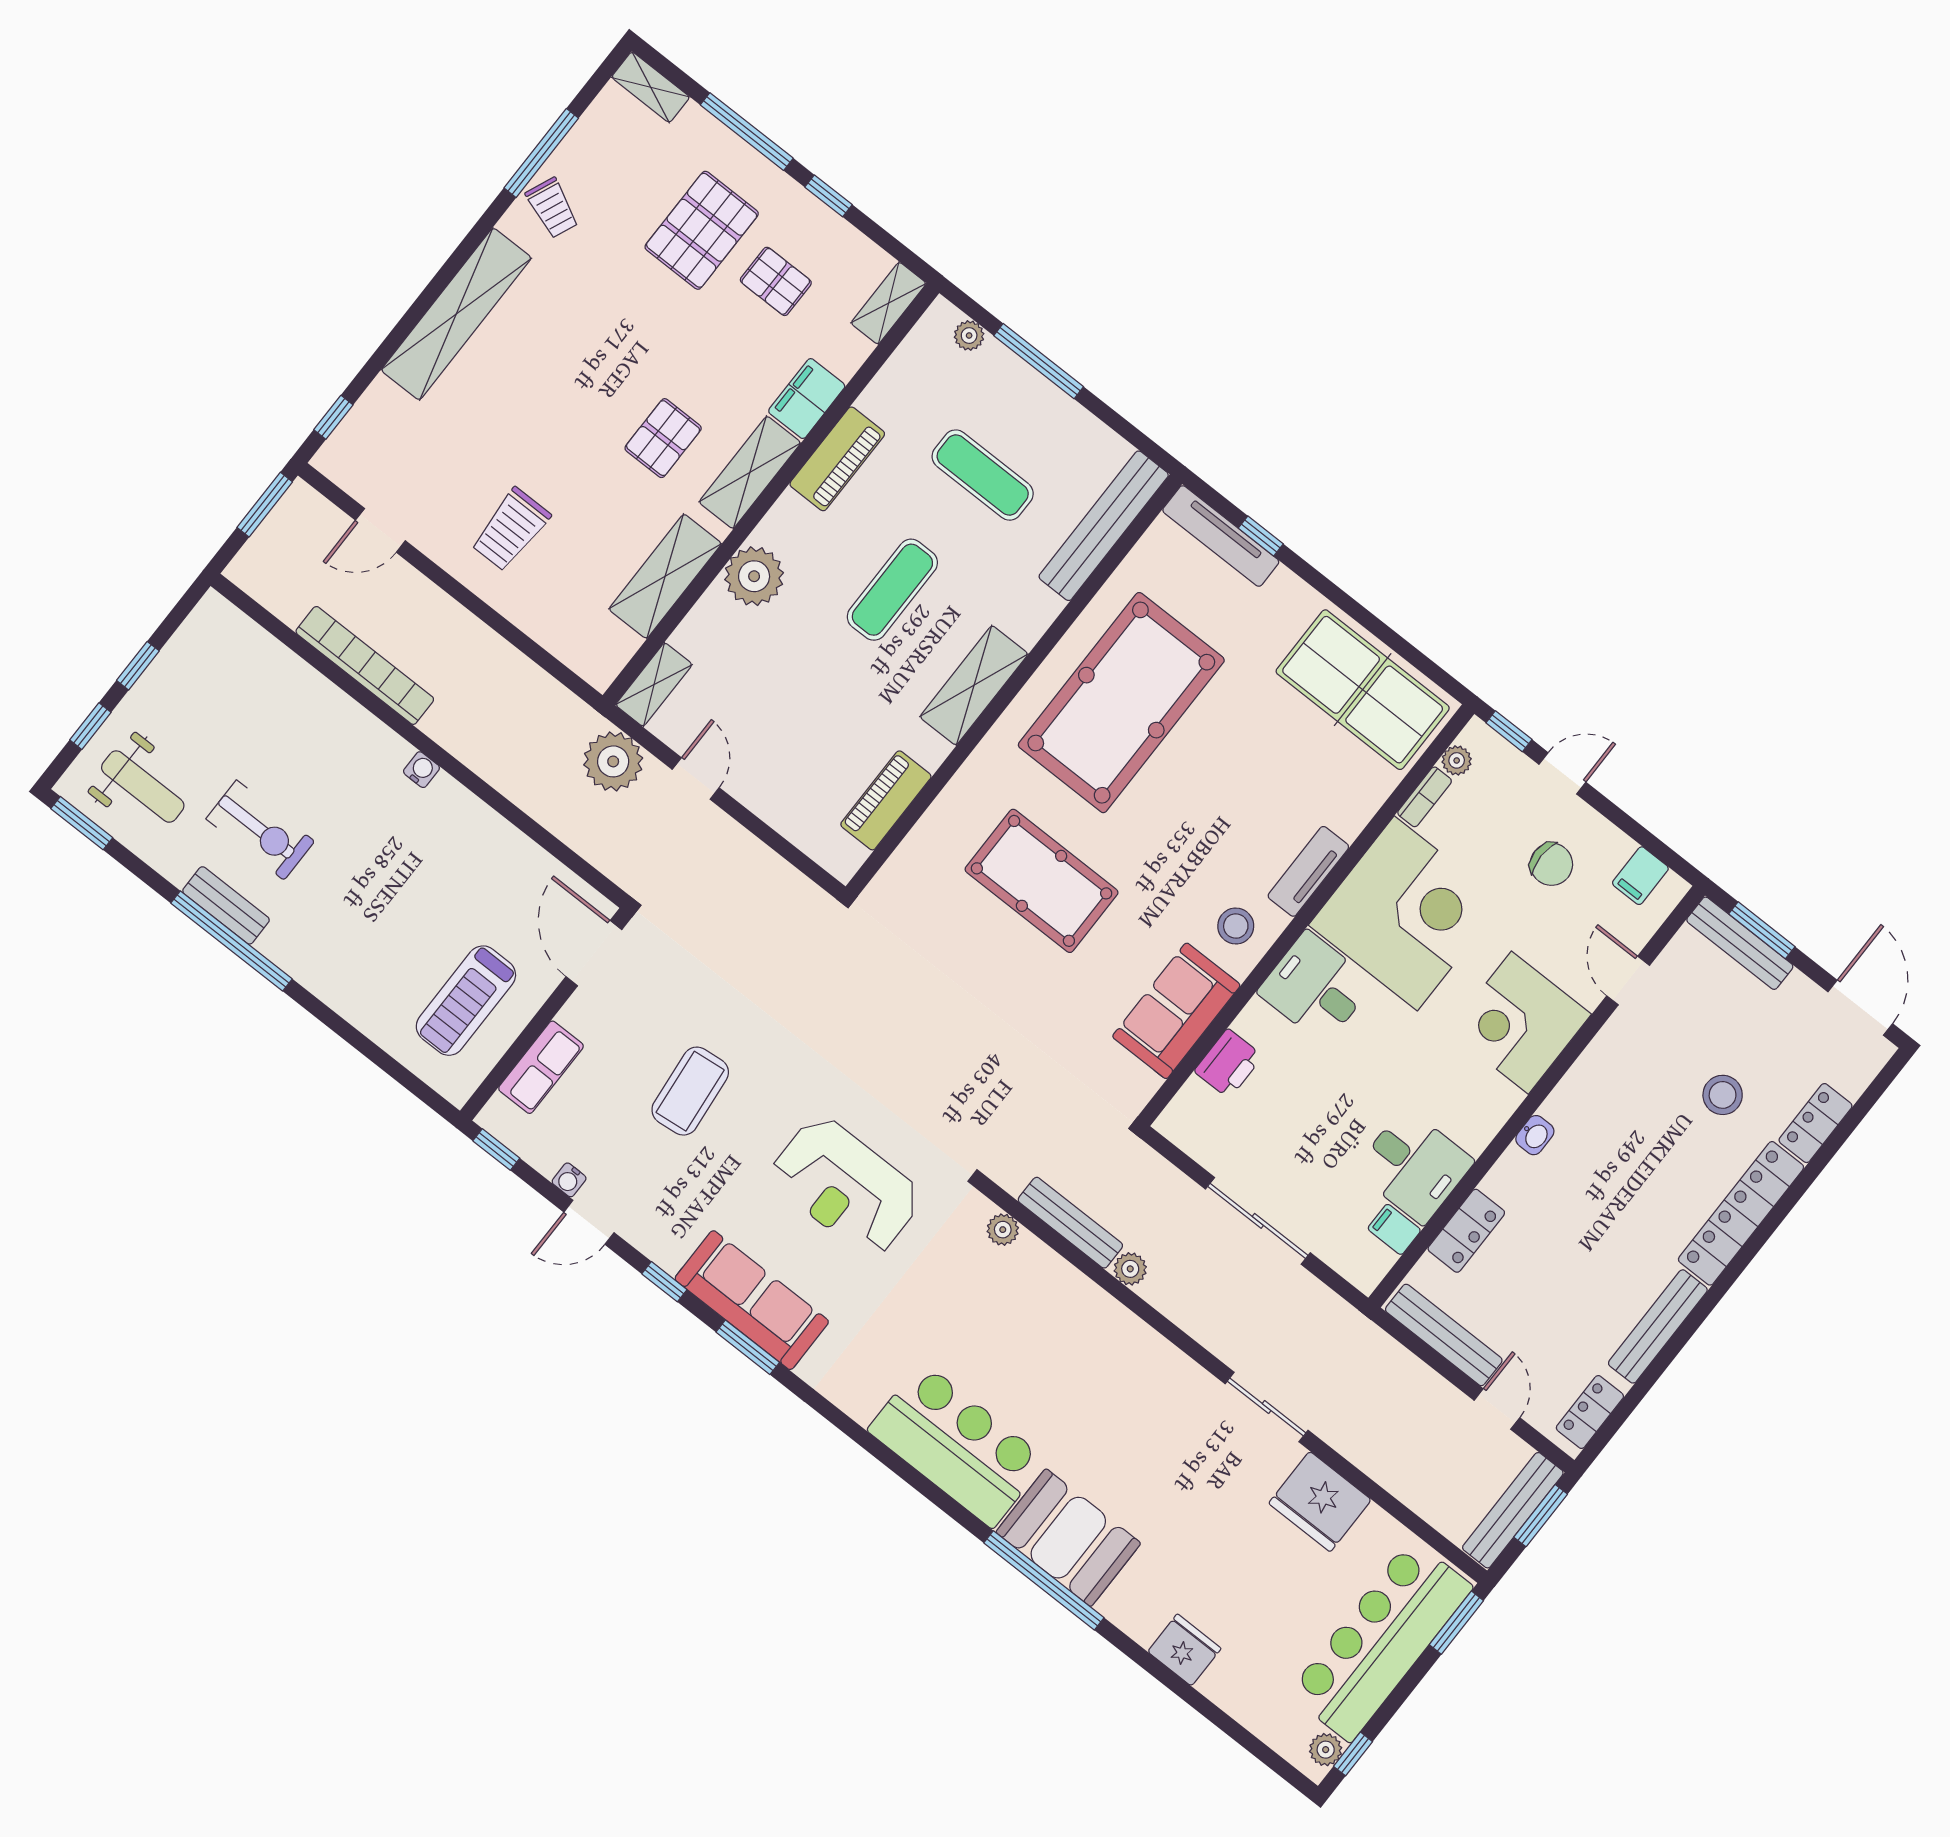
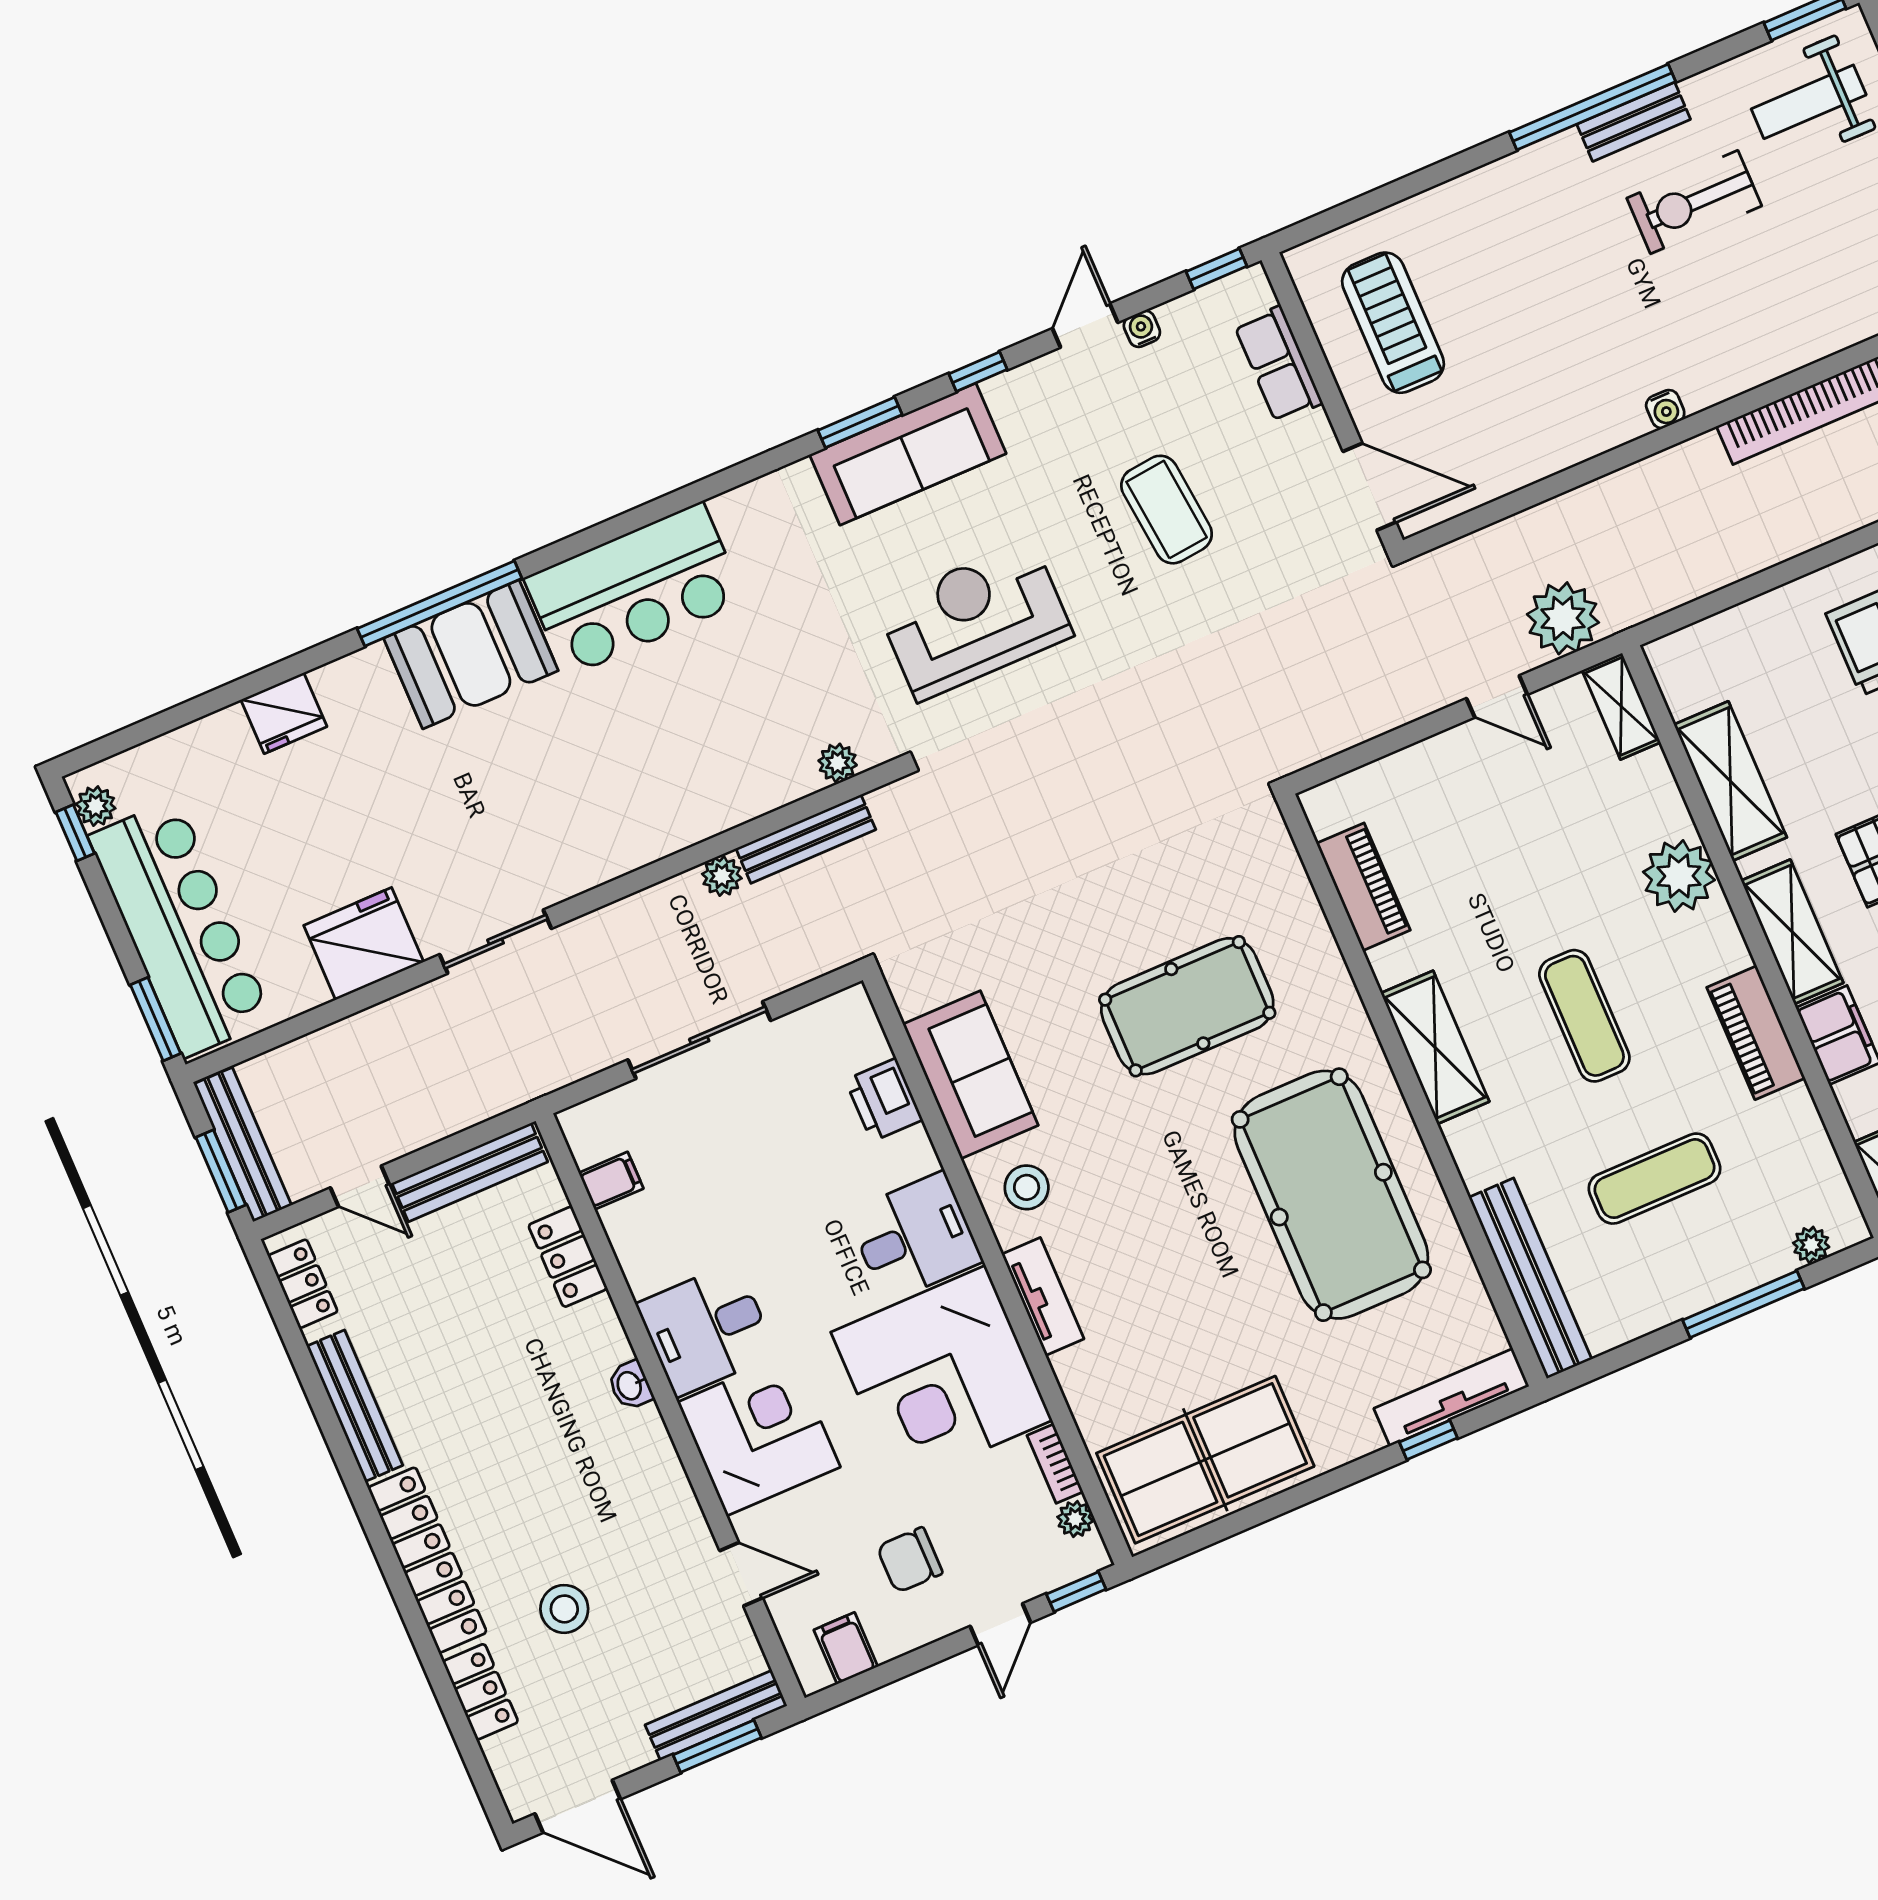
desk: (1414, 1166) -> (707, 1329), moved

